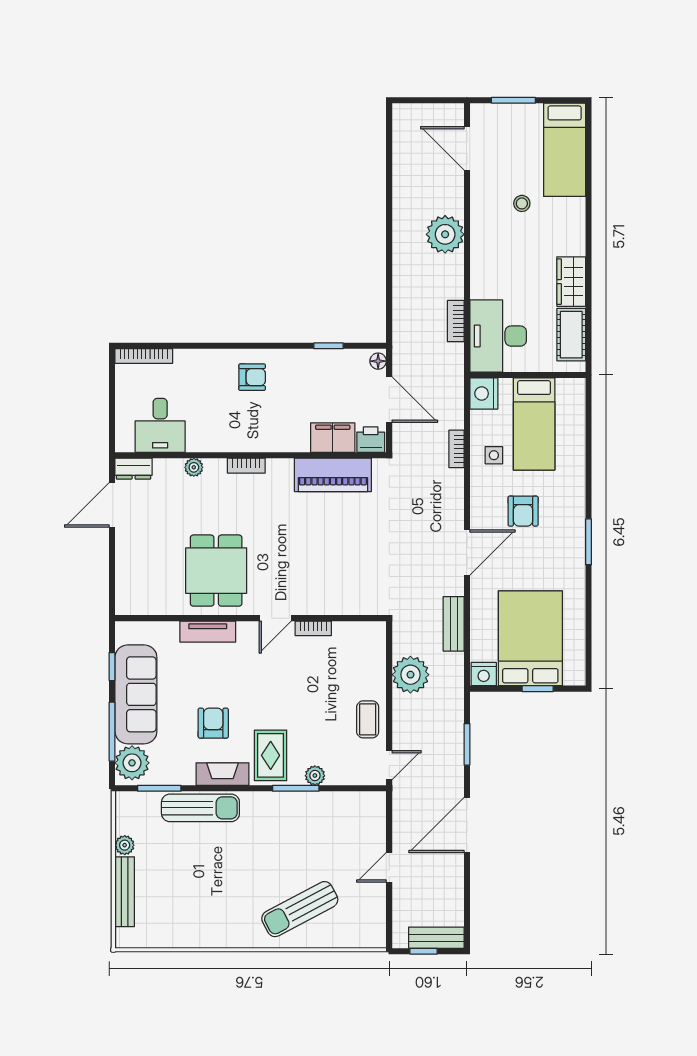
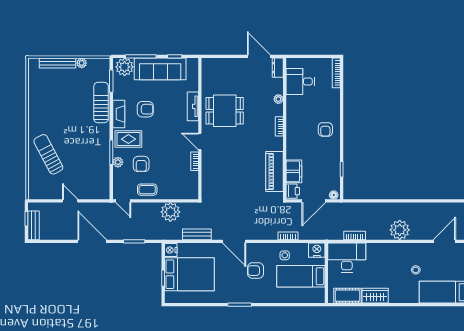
armchair: (318, 731) -> (141, 164), added
sun lounger: (200, 808) -> (101, 103), turned 180

